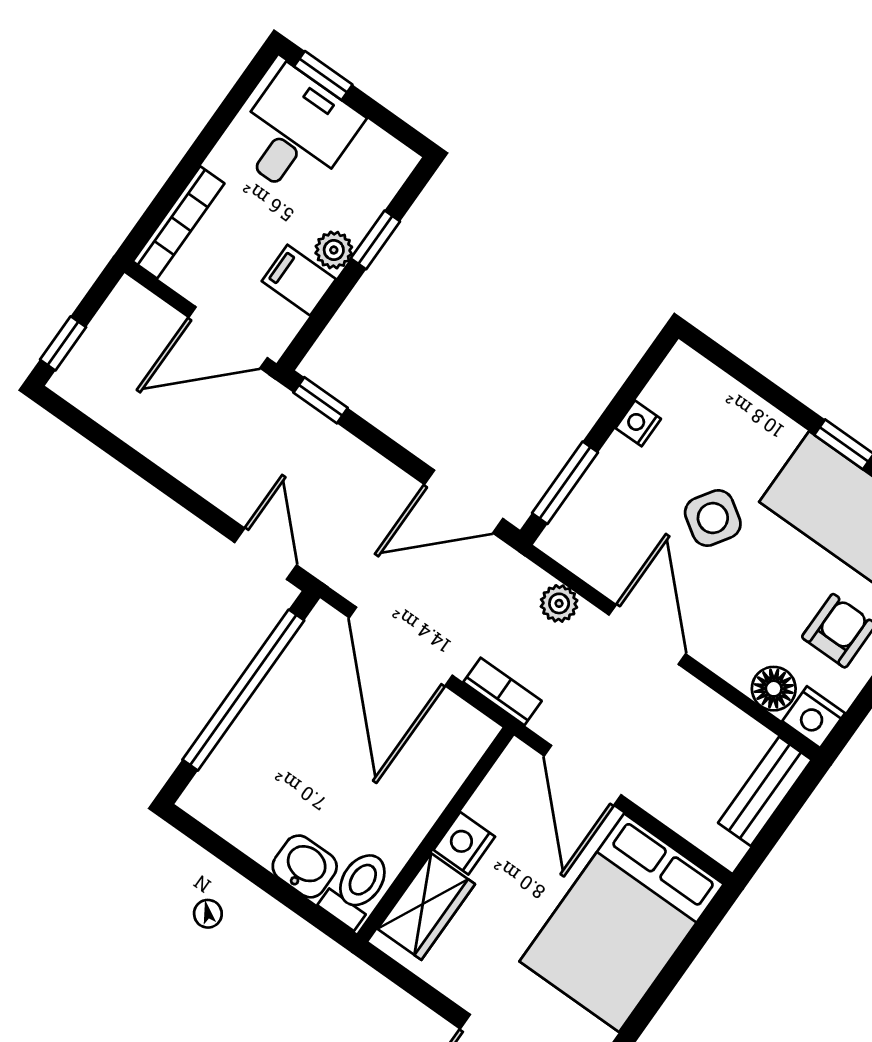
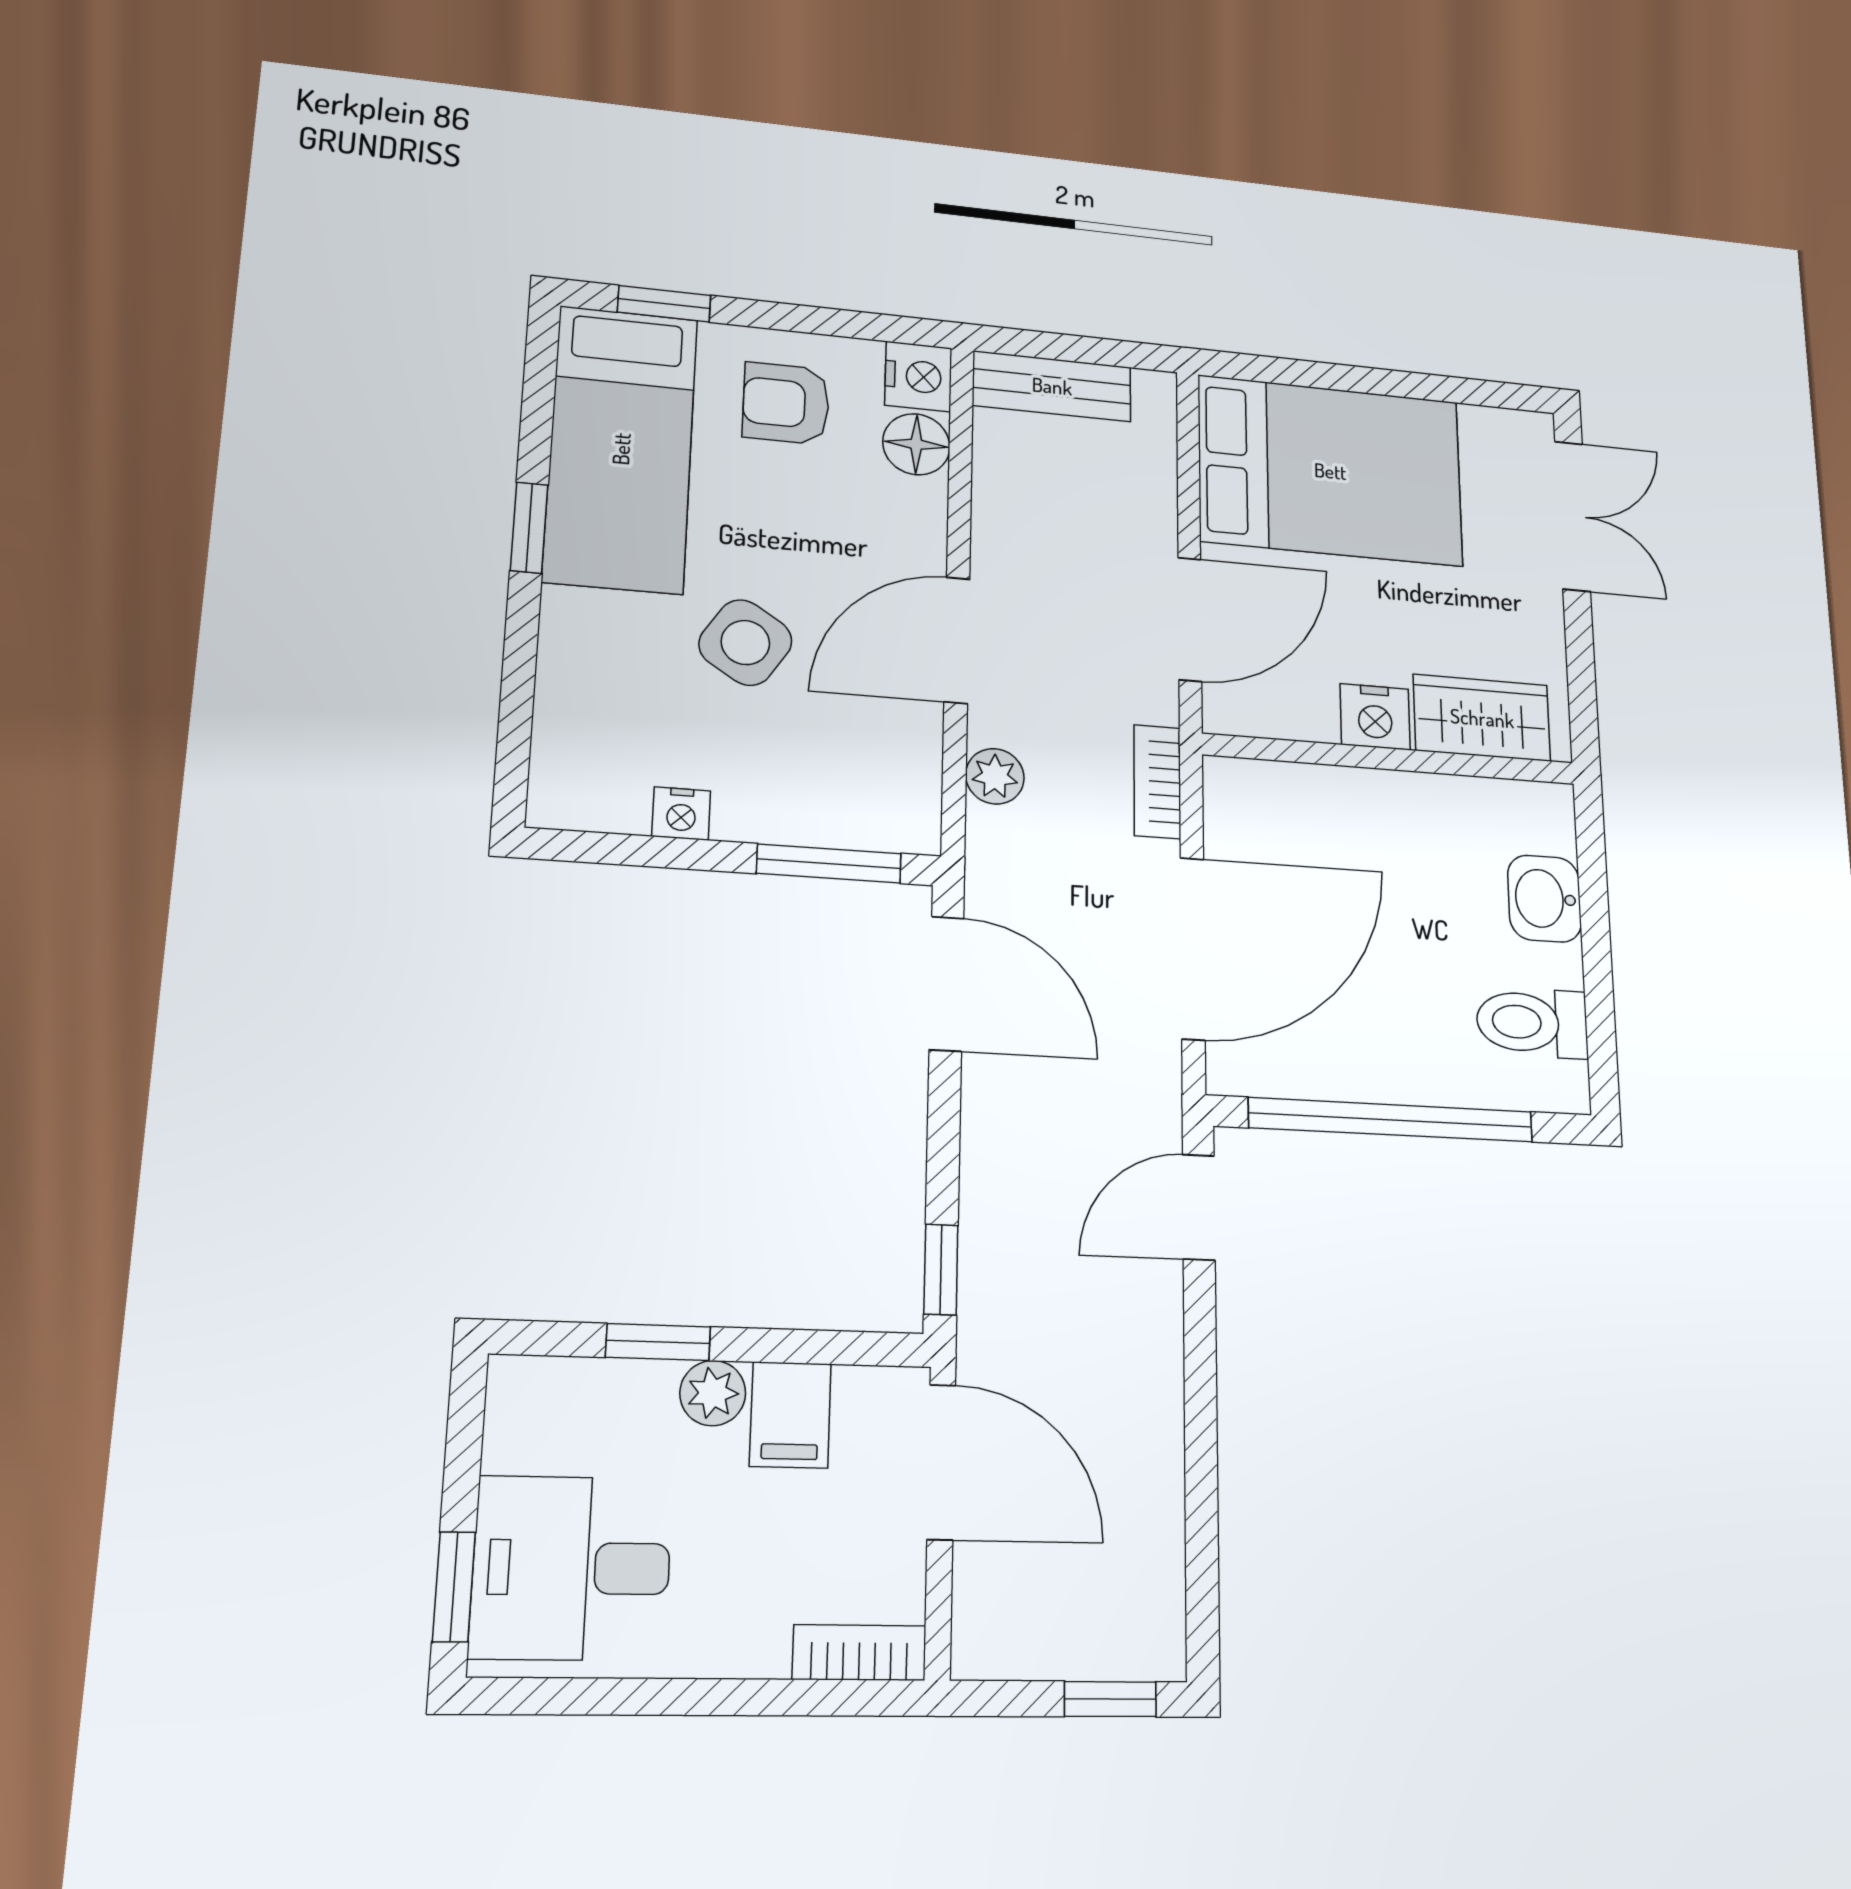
bookcase: (179, 222) -> (859, 1653), width x0.64
toilet: (357, 888) -> (1532, 1023), moved

